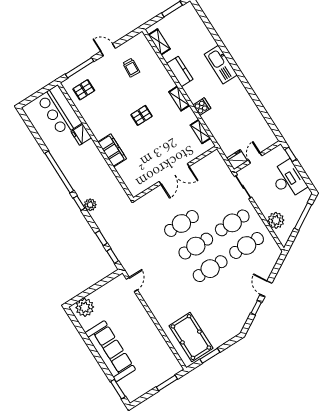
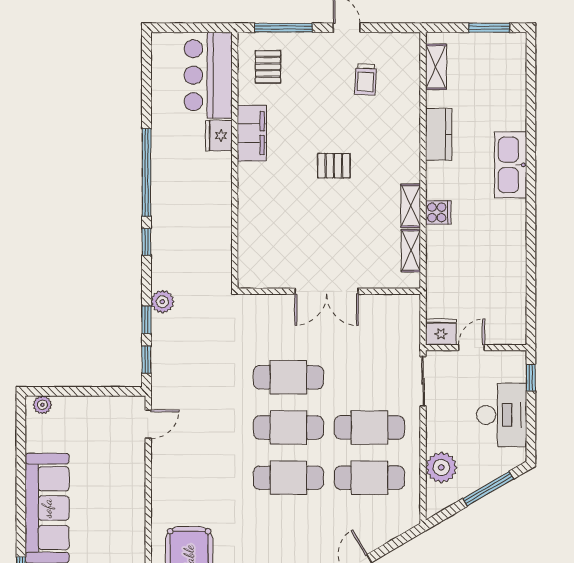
pallet: (84, 90) -> (268, 67), turned 90
shelving: (179, 99) -> (411, 206), moved
filing cabinet: (112, 150) -> (252, 133), moved
plant: (90, 205) -> (162, 302), moved
plant: (85, 307) -> (42, 405), width x0.53, depth x0.53

